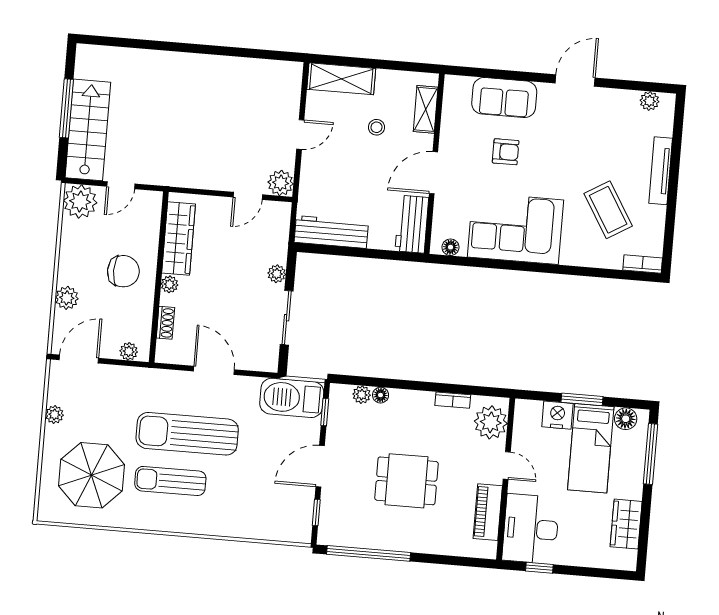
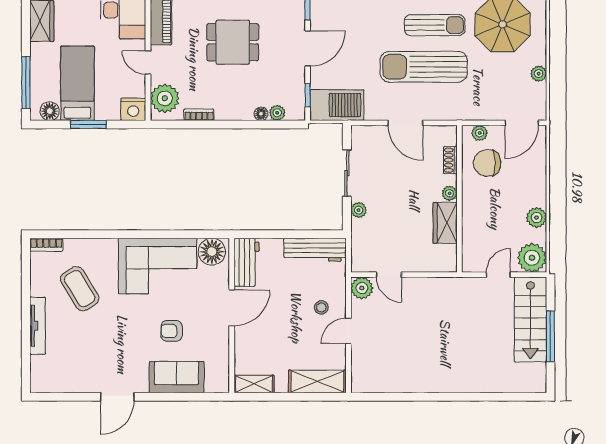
plant: (649, 101) -> (52, 385), removed
shelving: (426, 109) -> (254, 384), moved, turned 90
stool: (377, 127) -> (321, 307), moved
door: (248, 196) -> (389, 275), swing flipped
wardrobe: (179, 239) -> (445, 223), width x0.67
floor lamp: (450, 247) -> (212, 252), width x1.89, depth x1.89
chair: (123, 271) -> (487, 163), moved
plant: (67, 298) -> (536, 218), moved
nightstand: (557, 415) -> (133, 109), moved
sun lounger: (187, 434) -> (424, 67), turned 180

